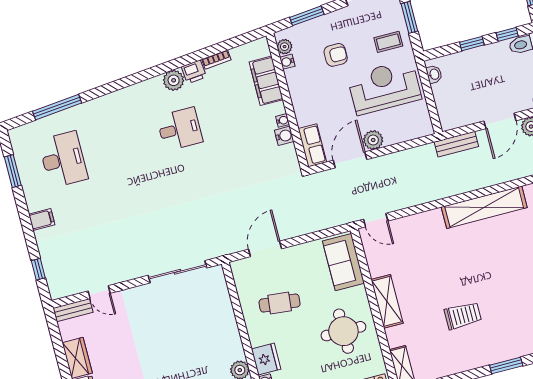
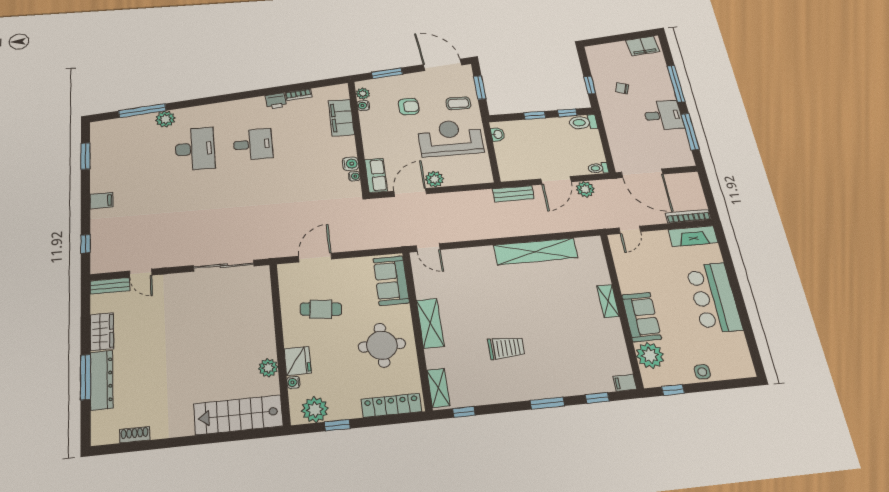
plant: (174, 80) -> (165, 119), moved
water cooler: (283, 120) -> (354, 176), moved
desk: (63, 159) -> (195, 149), moved

